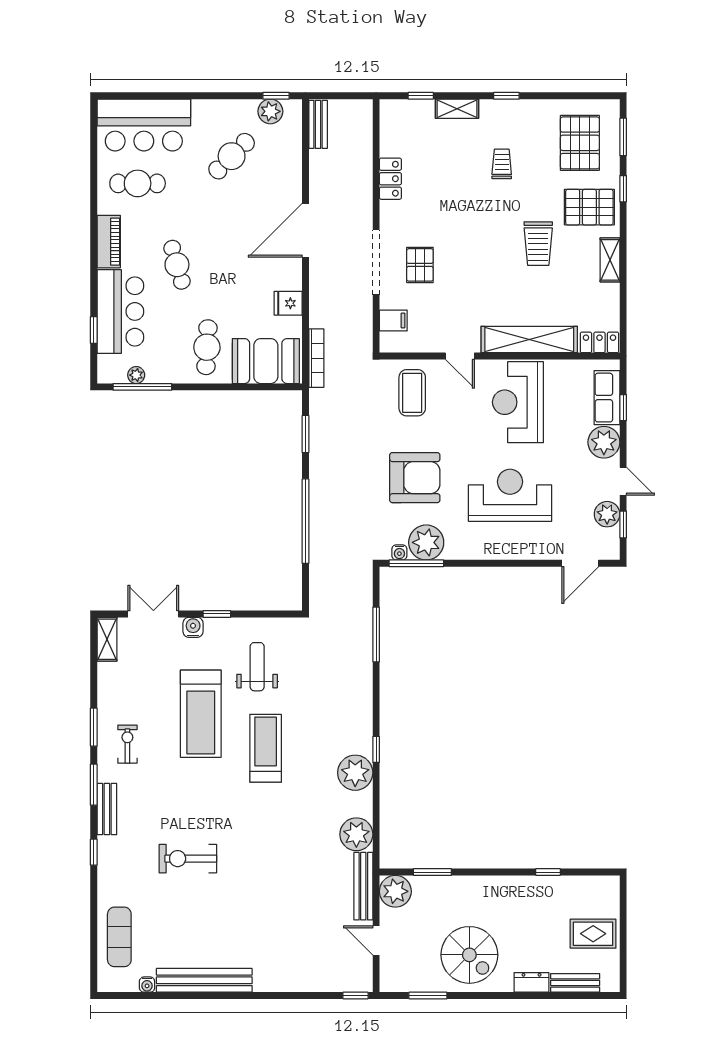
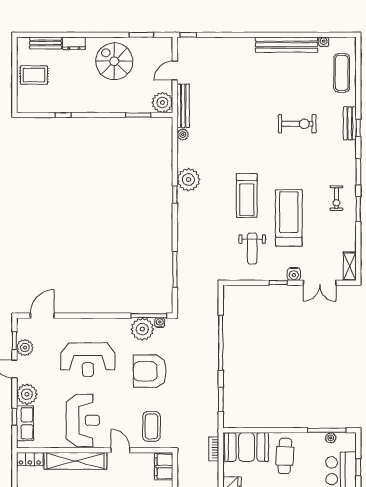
filing cabinet: (393, 320) -> (164, 467), width x2.00
bookcase: (316, 358) -> (214, 449), width x0.64
bench: (107, 809) -> (350, 123), moved
plant: (356, 834) -> (183, 135), width x0.53, depth x0.53
door: (376, 941) -> (175, 71), swing flipped

